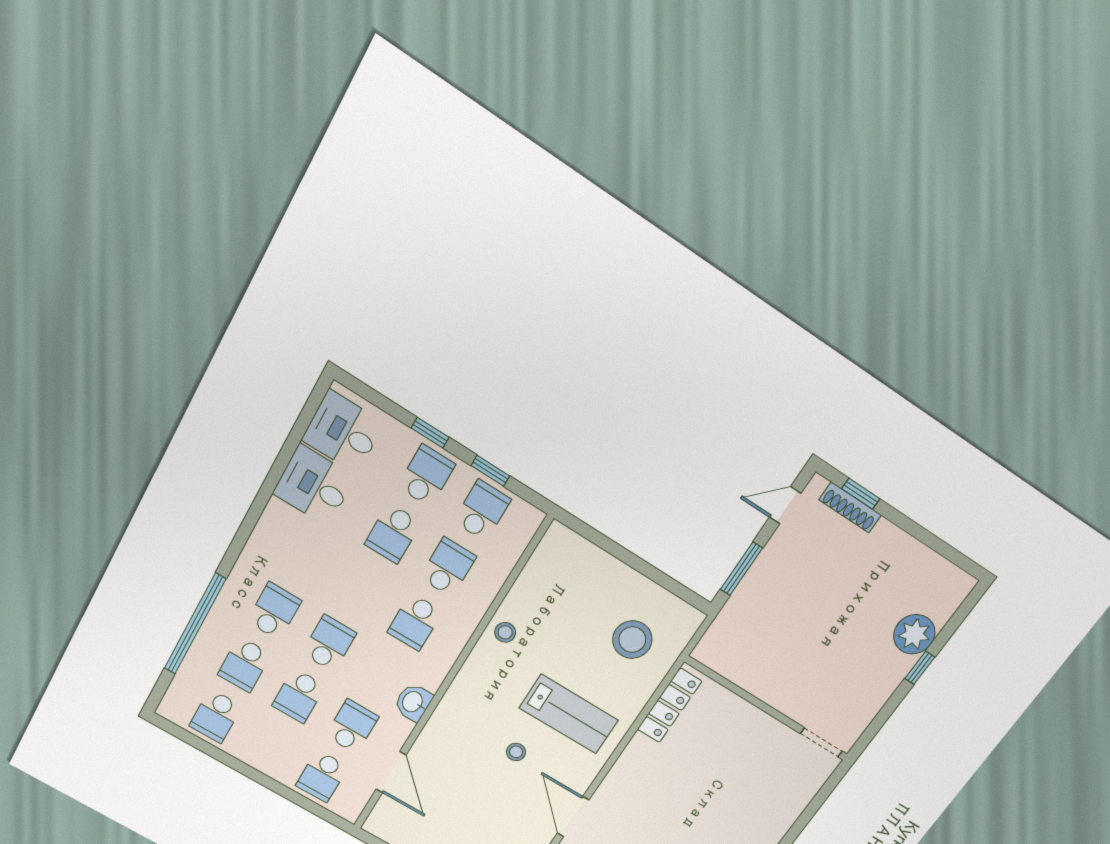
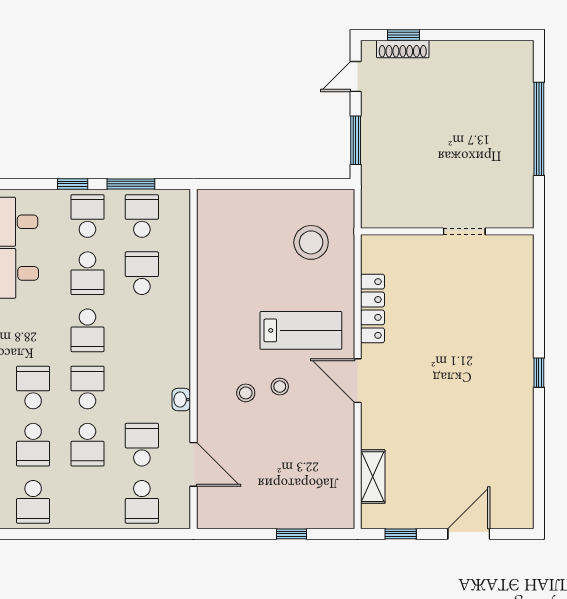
window: (490, 471) -> (131, 184), width x1.50
school desk: (415, 622) -> (87, 330), moved
stool: (505, 632) -> (246, 393), moved
plant: (914, 634) -> (516, 107), removed
window: (920, 668) -> (539, 129), width x3.17
washbasin: (413, 702) -> (181, 400), width x0.72, depth x0.69
locker: (670, 705) -> (373, 308), moved
doorway: (821, 742) -> (464, 231), moved
door: (573, 817) -> (358, 381), moved

